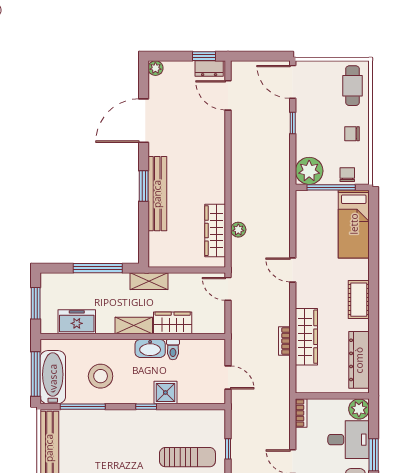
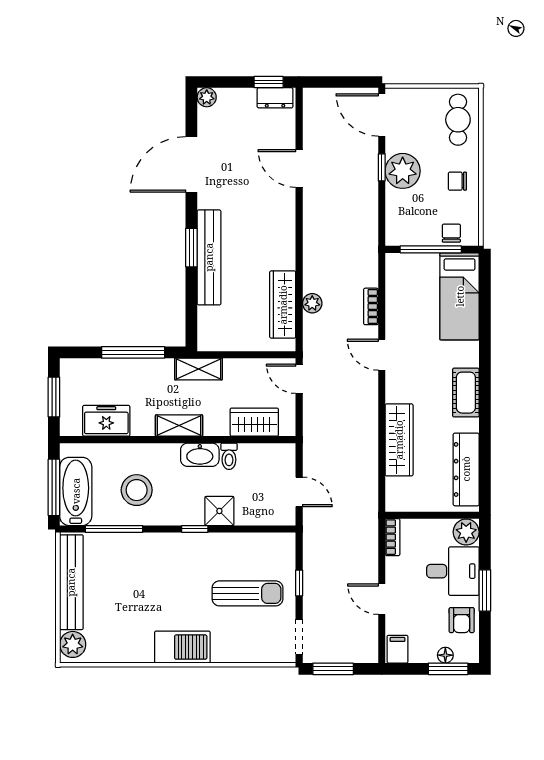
door: (228, 95) -> (299, 168), moved
plant: (309, 171) -> (403, 171), moved
wardrobe: (173, 323) -> (254, 422), moved
bookcase: (284, 341) -> (371, 306), moved

